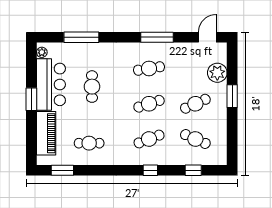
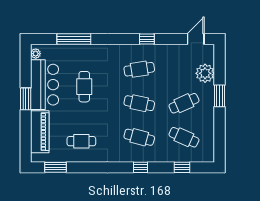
window: (157, 37) -> (147, 39), width x0.46
cafe table: (149, 104) -> (139, 103), turned 30
cafe table: (149, 139) -> (139, 137), turned 36

